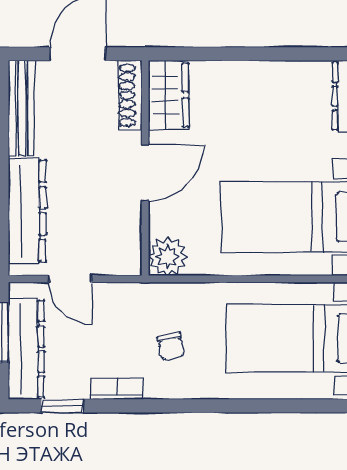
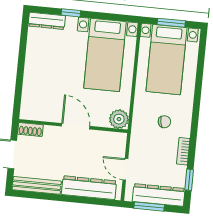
shoe rack: (130, 95) -> (30, 129), width x0.70
wardrobe: (169, 95) -> (38, 111), removed
door: (70, 279) -> (125, 169), swing flipped

